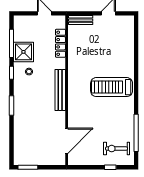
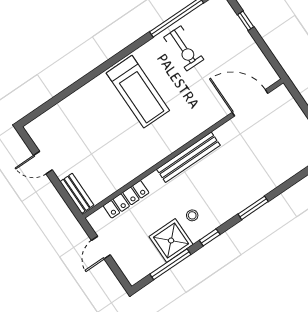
exercise bike: (117, 149) -> (184, 48), moved

